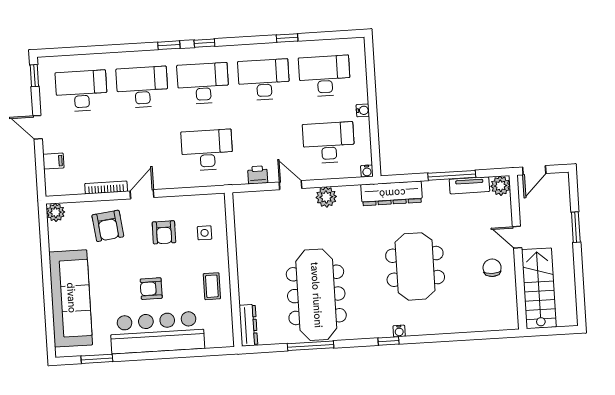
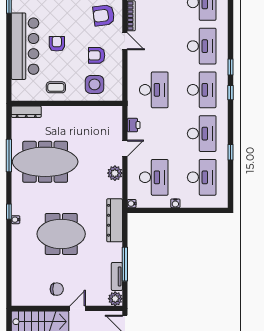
side table: (205, 233) -> (94, 84), width x1.87, depth x1.87

